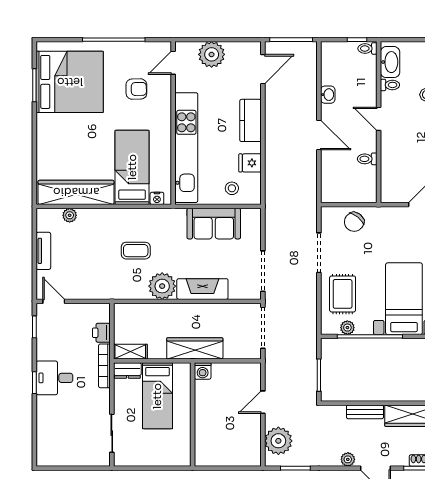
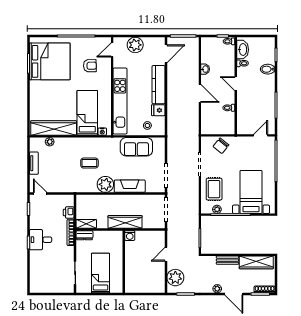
kitchen counter: (250, 120) -> (159, 85), width x1.50
bed: (157, 396) -> (101, 273), moved, turned 180

